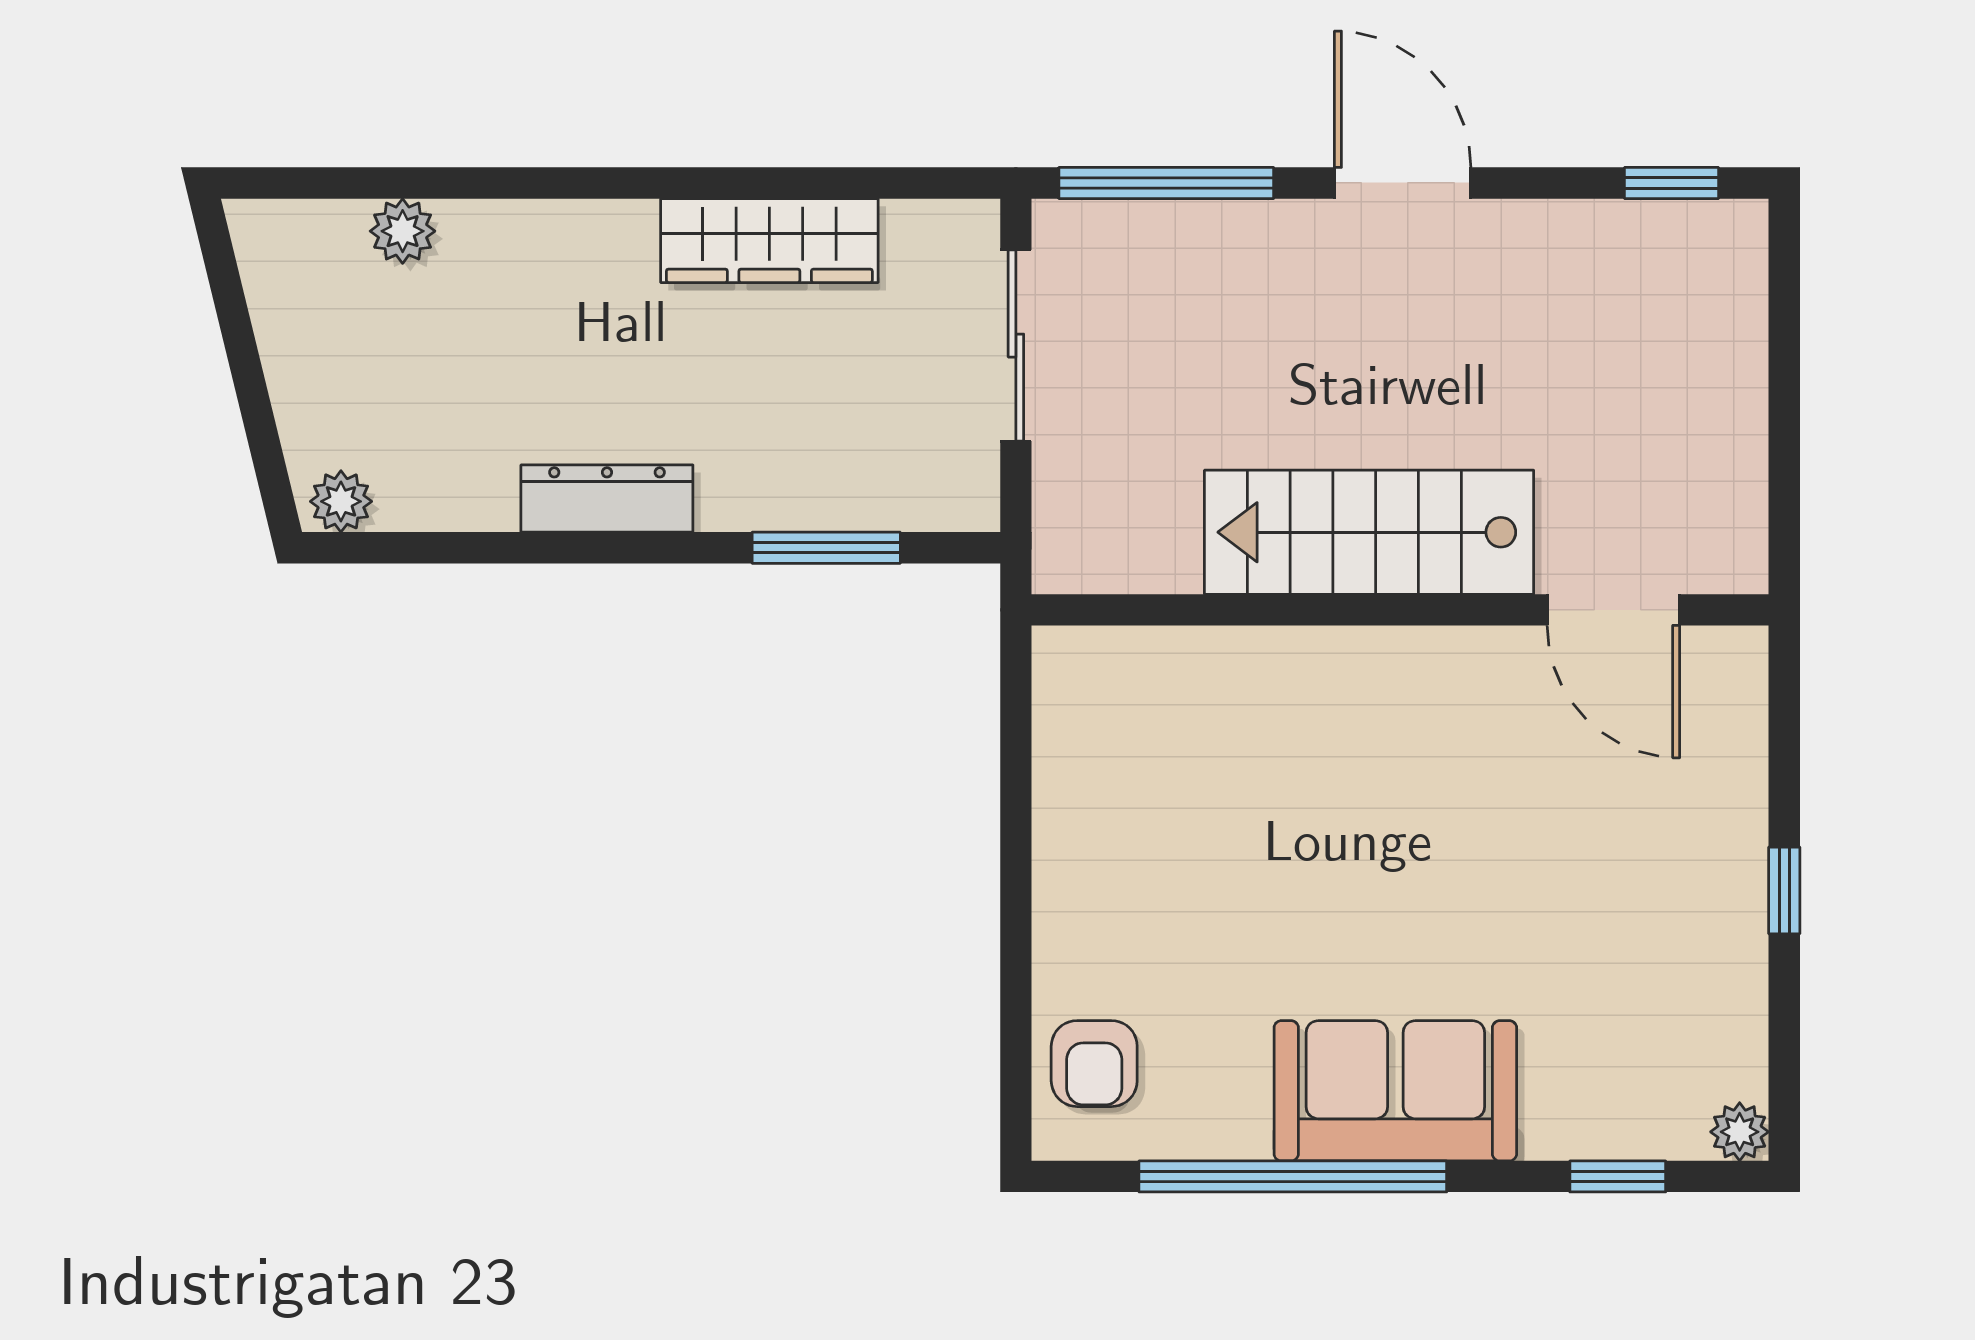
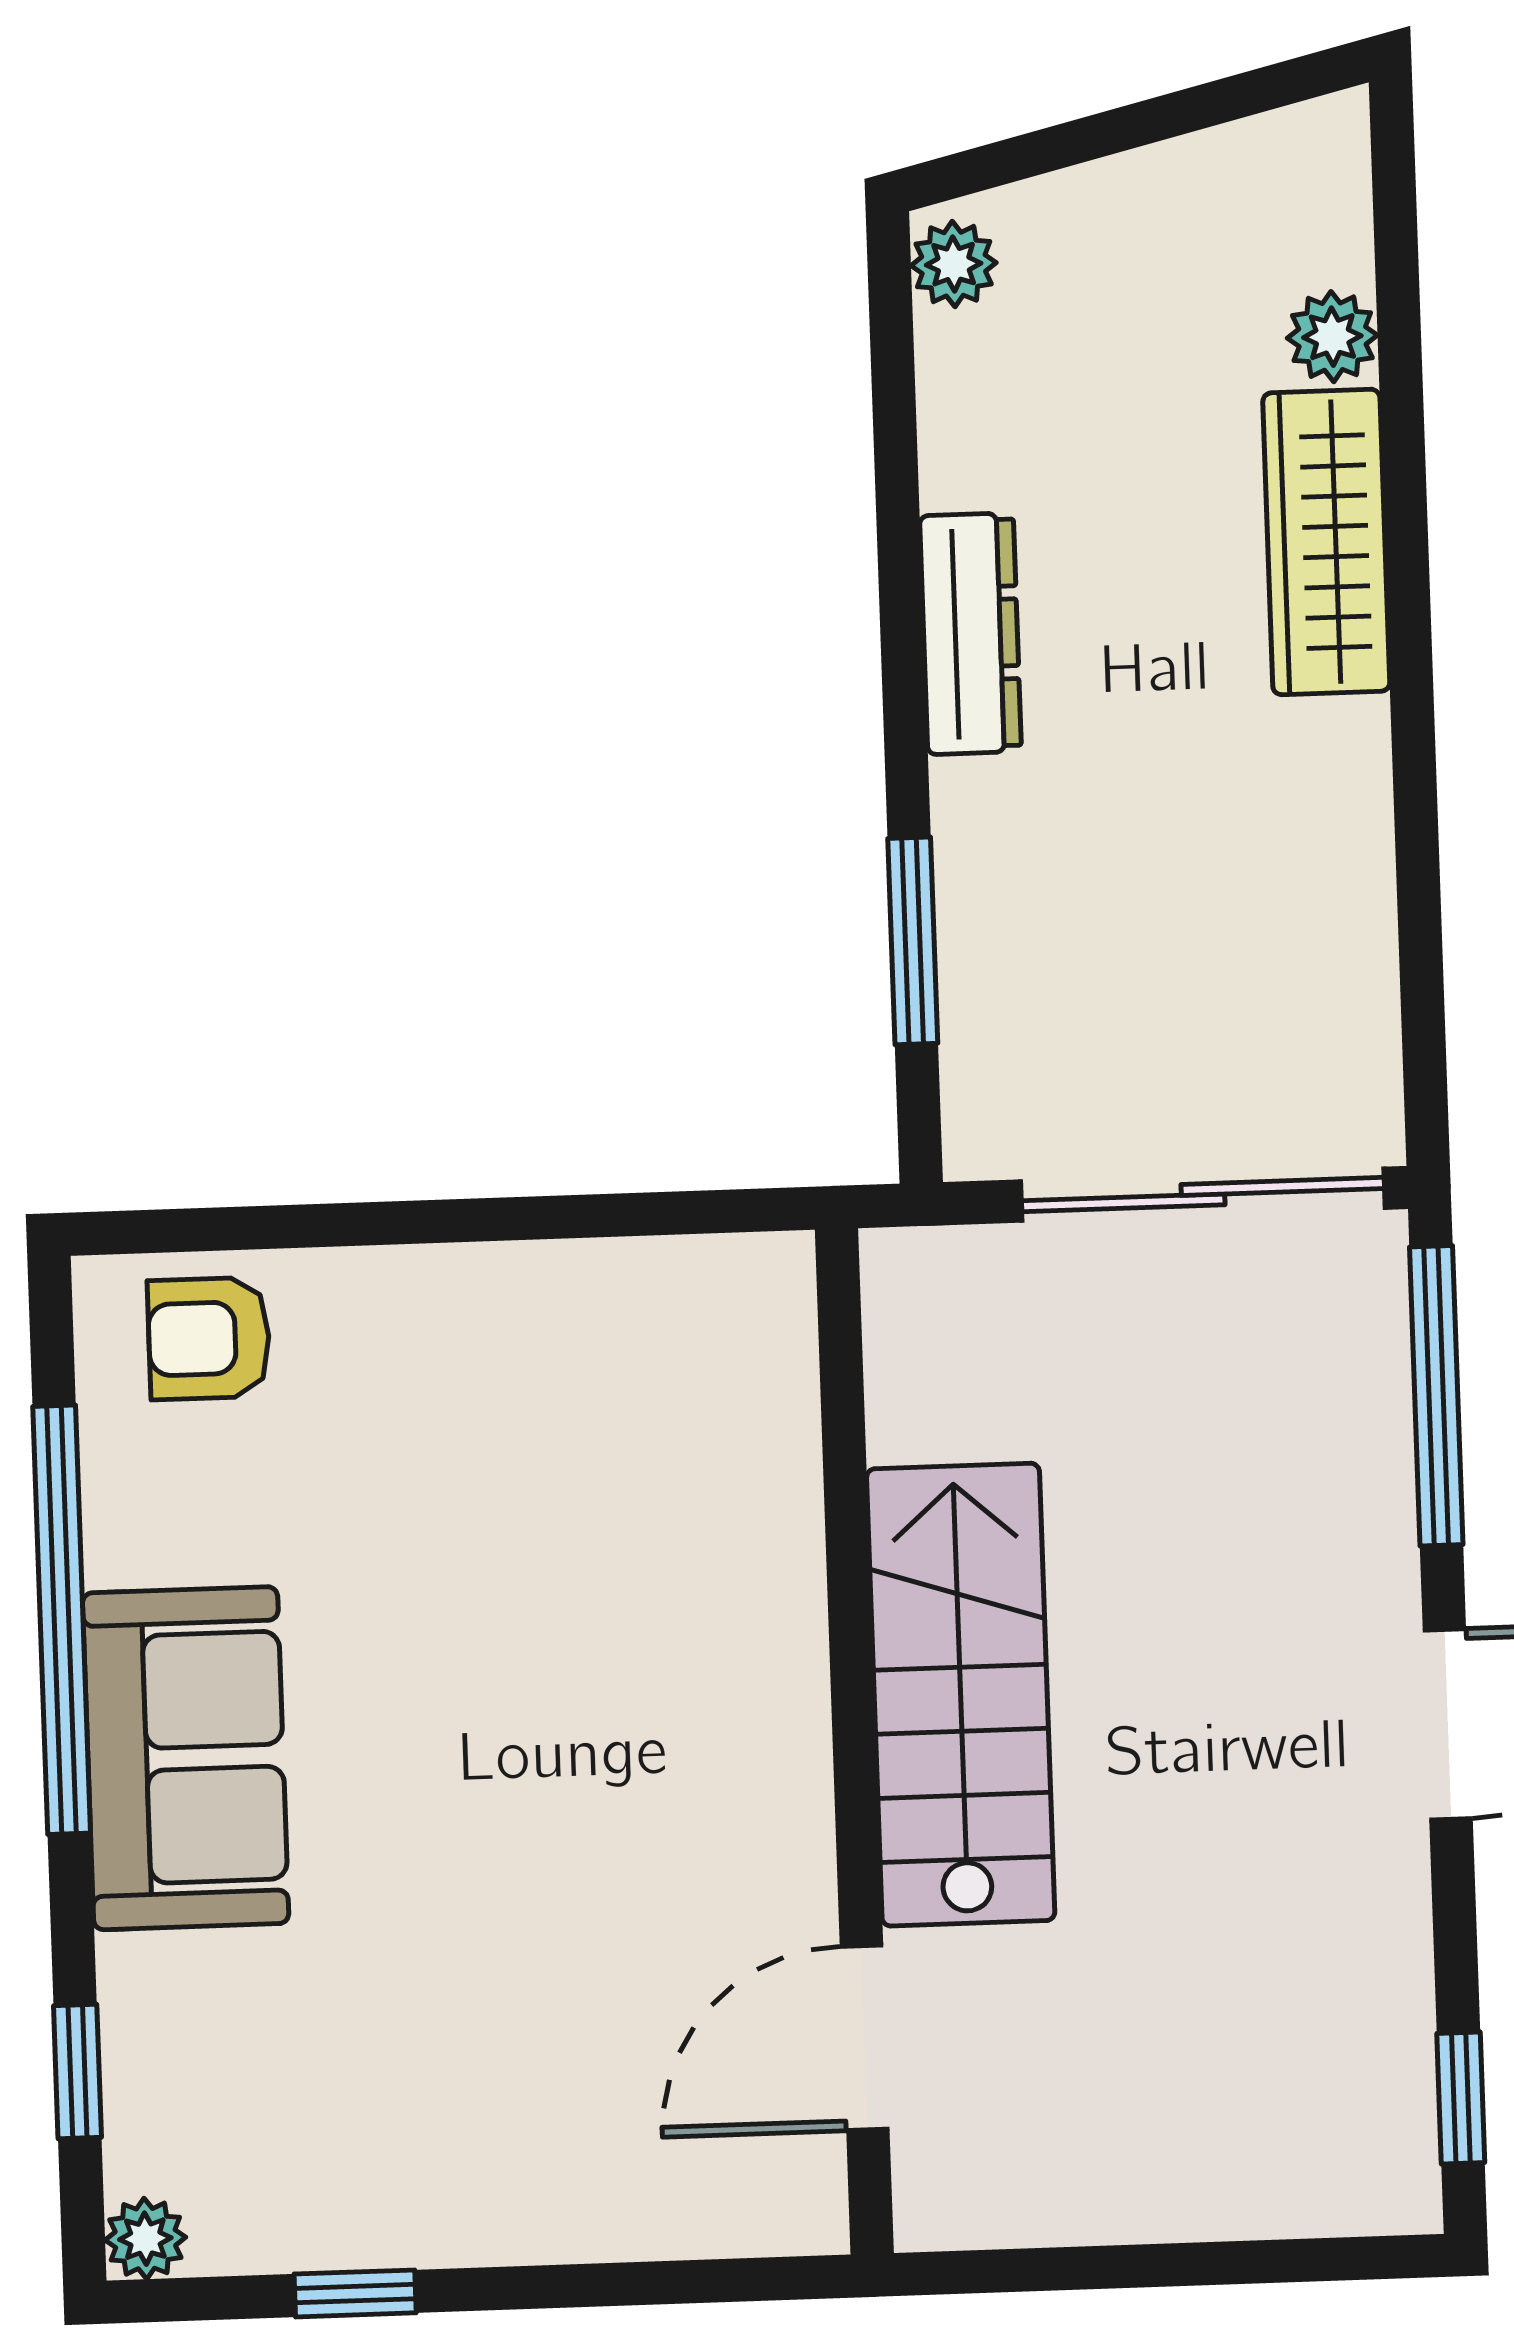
wardrobe: (769, 241) -> (1326, 542), moved
sliding door: (1016, 346) -> (1203, 1195), width x1.37
window: (1784, 890) -> (355, 2293), moved

